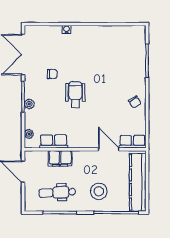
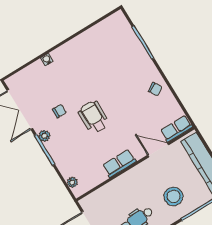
plant: (29, 104) -> (44, 136), moved
row of seats: (54, 141) -> (119, 163), moved
filing cabinet: (60, 158) -> (117, 187), removed

